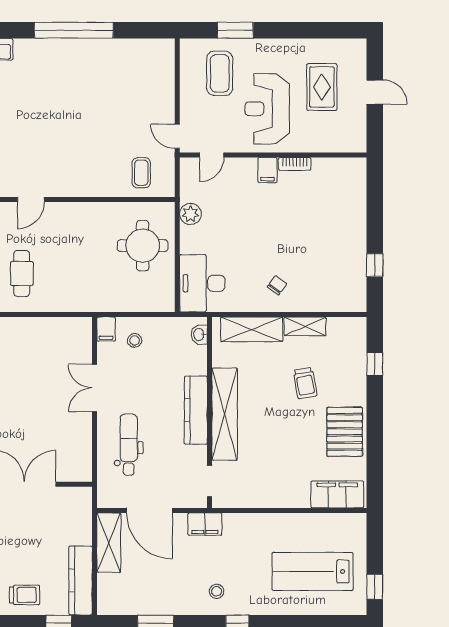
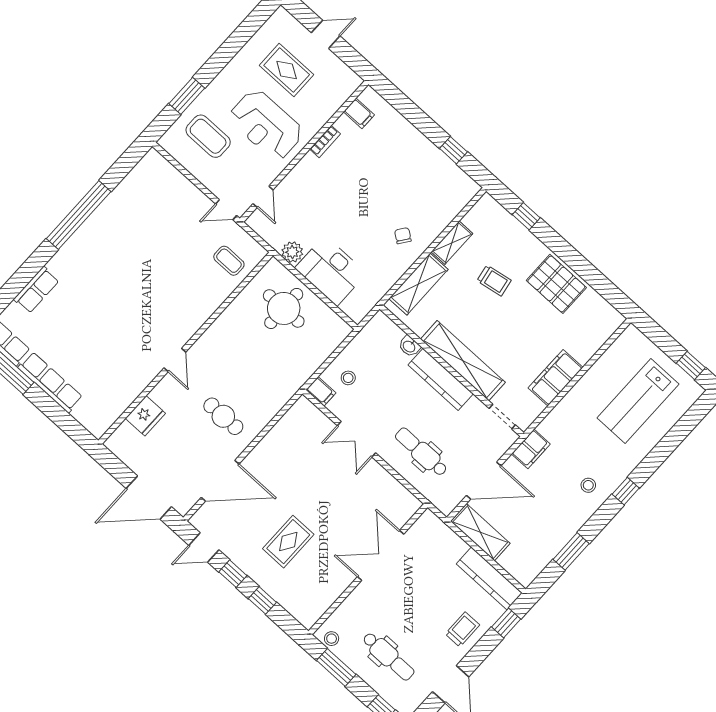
filing cabinet: (267, 170) -> (359, 113), moved
desk: (202, 283) -> (331, 271), moved
washbasin: (199, 335) -> (409, 346), moved
filing cabinet: (337, 494) -> (555, 378), moved

